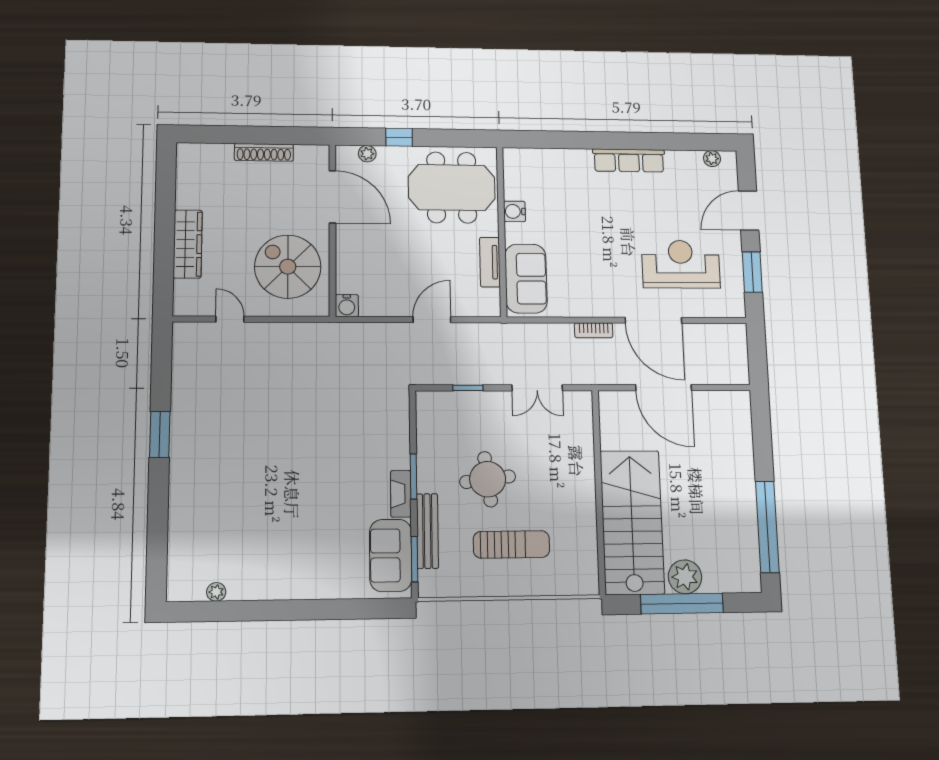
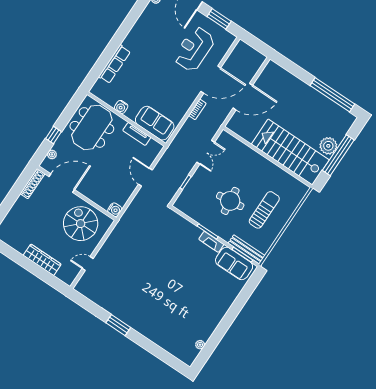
shoe rack: (264, 152) -> (32, 184), moved
row of seats: (629, 160) -> (114, 64), moved
spiral stairs: (288, 267) -> (81, 224), turned 90
bench: (427, 531) -> (247, 249), moved

